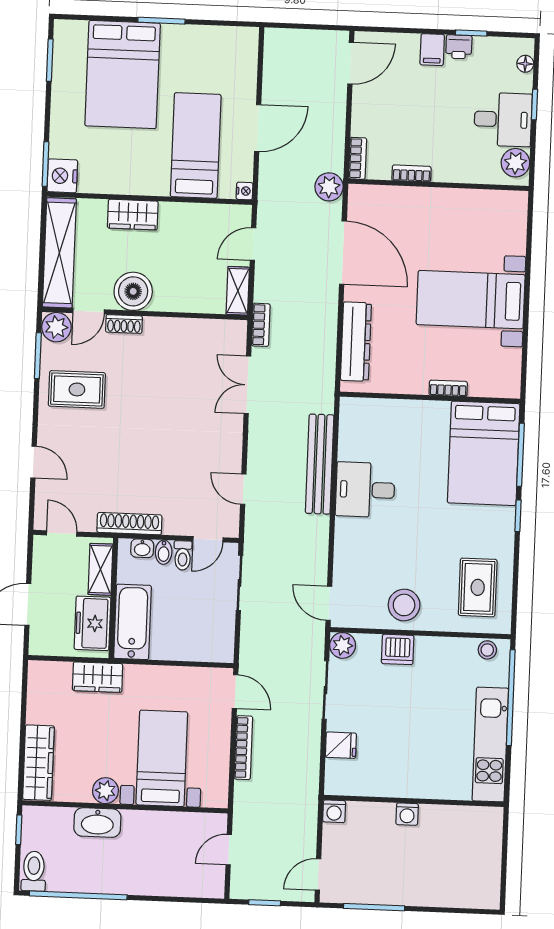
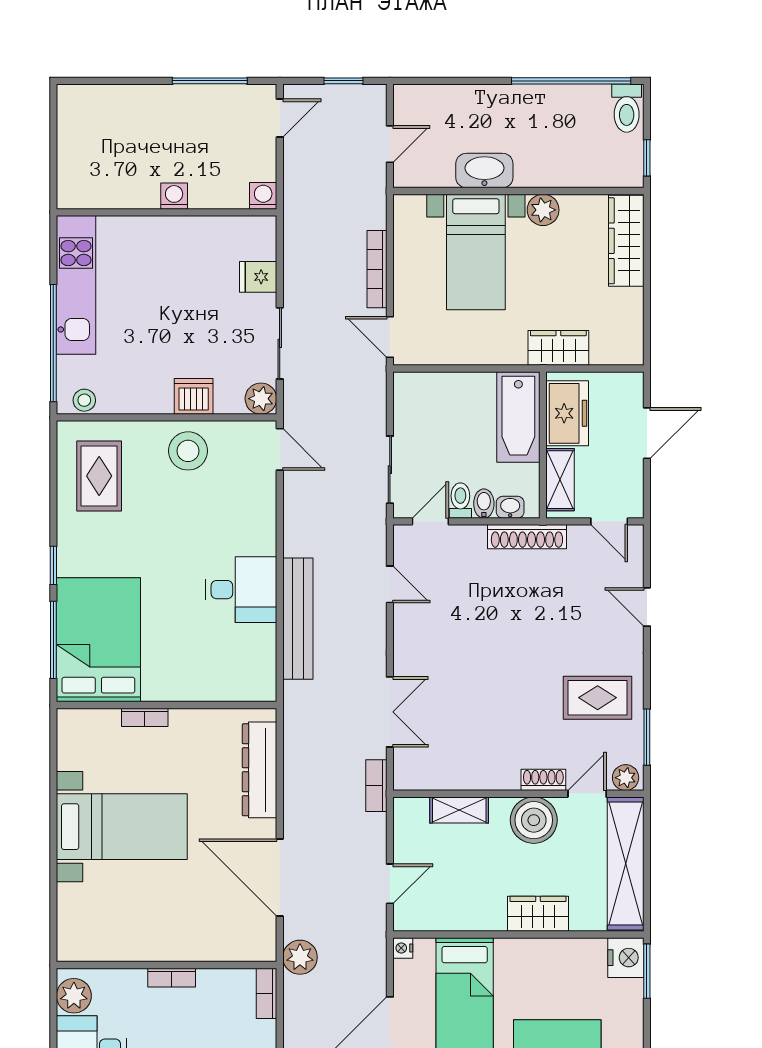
bookcase: (411, 173) -> (172, 978), moved
shelving: (238, 291) -> (459, 810), moved, turned 90
plant: (56, 327) -> (626, 778), width x0.73, depth x0.73
washbasin: (97, 823) -> (484, 171), moved

